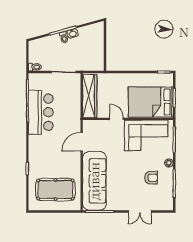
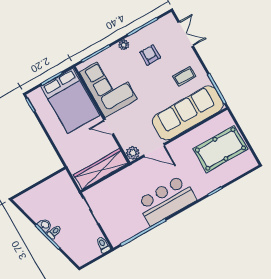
bar counter: (41, 112) -> (166, 200), moved
door: (117, 119) -> (109, 127), hinge flipped
plant: (88, 125) -> (133, 153), added
pool table: (55, 190) -> (220, 149), turned 90
coffee table: (122, 193) -> (184, 76), added
double door: (140, 211) -> (186, 34), moved

